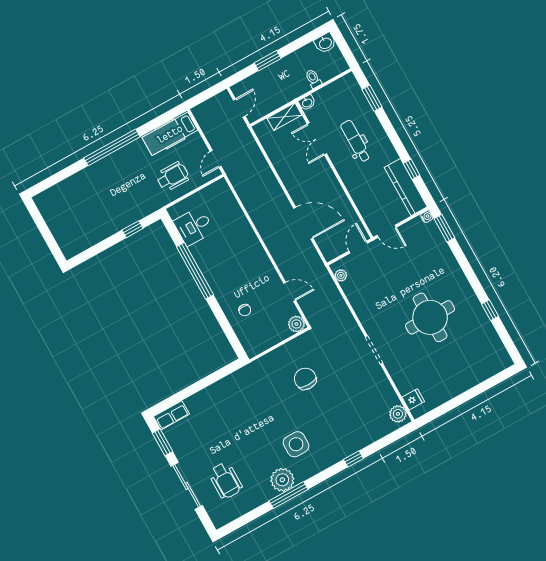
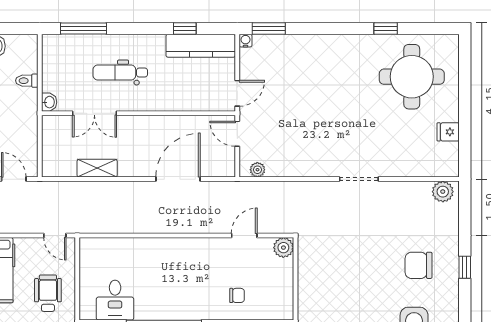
window: (372, 98) -> (84, 29), width x1.44
shelving: (284, 117) -> (97, 168), moved, turned 90
round table: (430, 317) -> (412, 77), moved
chair: (305, 379) -> (419, 265), moved
fridge: (413, 399) -> (448, 132), moved, turned -90

